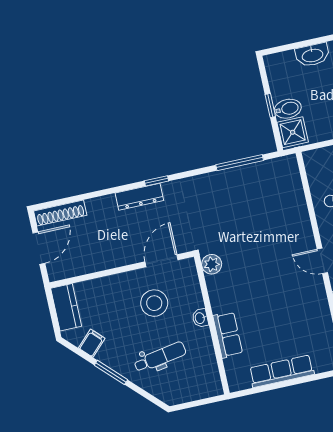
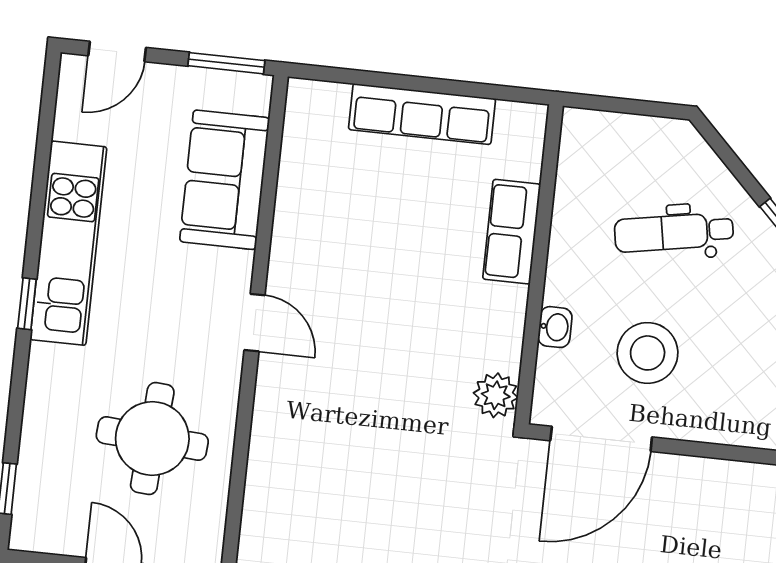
door: (162, 261) -> (601, 439), width x1.36
washbasin: (200, 318) -> (555, 327), moved

